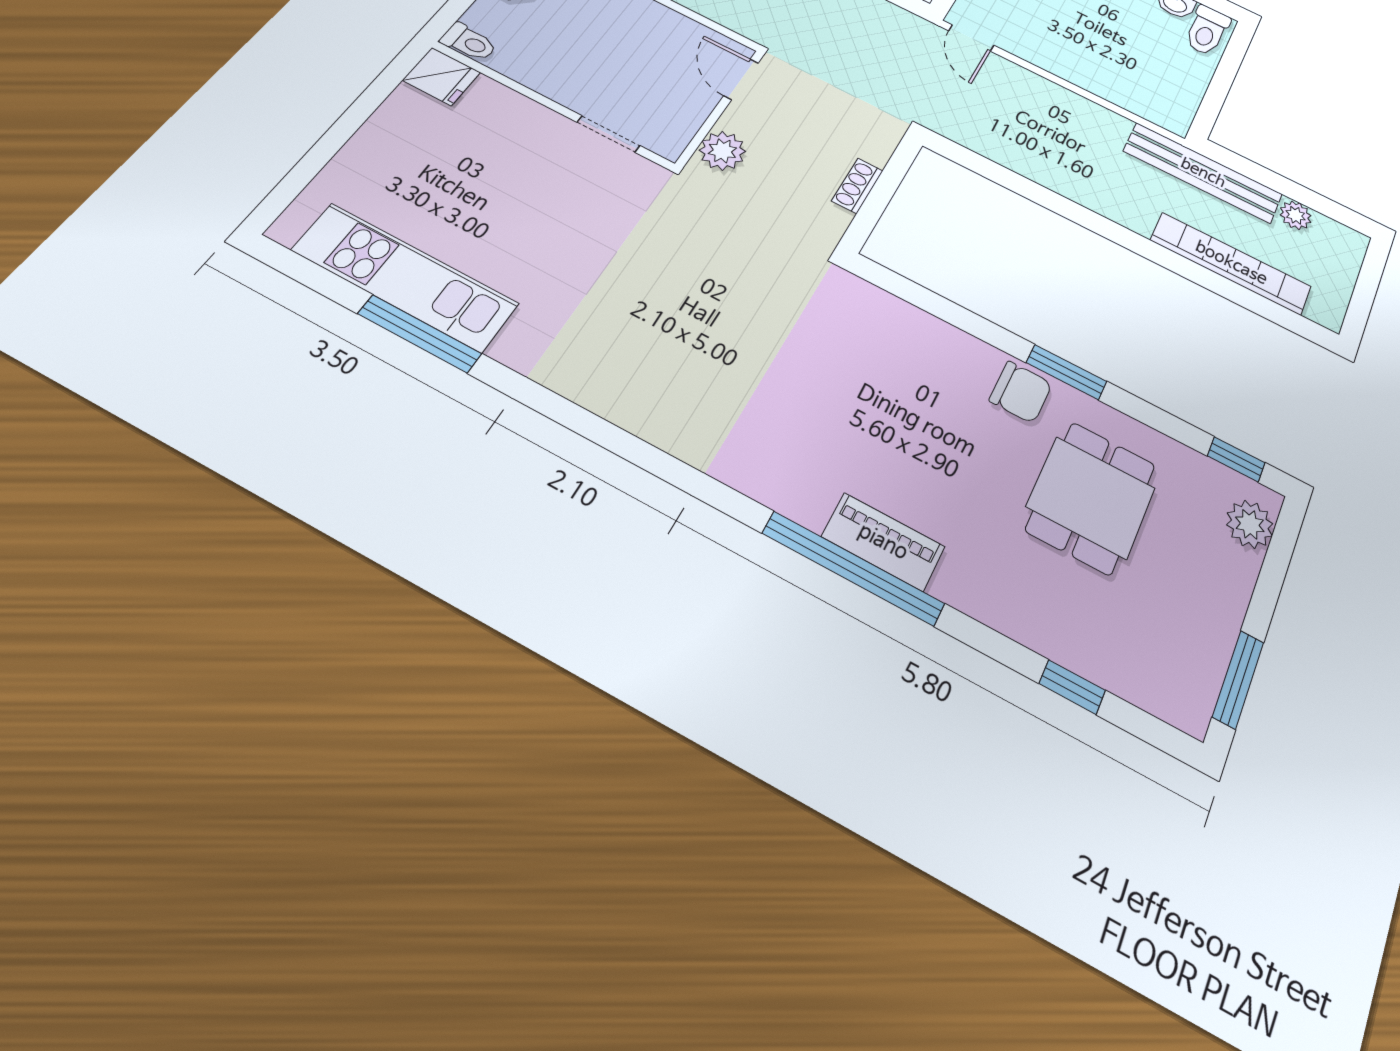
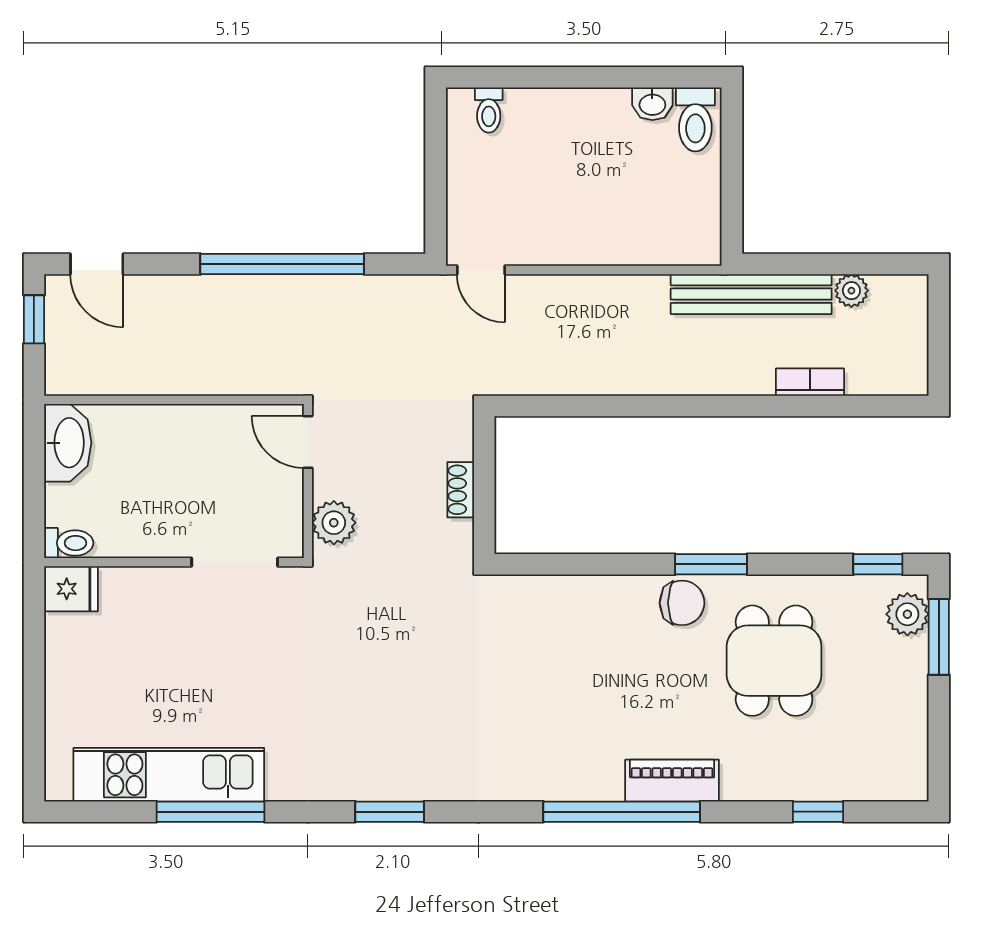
doorway: (608, 134) -> (235, 562), width x1.38
bookcase: (1231, 263) -> (810, 382), width x0.43, depth x0.76
window: (604, 434) -> (390, 812), added
piano: (883, 542) -> (672, 781), moved
window: (1238, 679) -> (939, 637), moved

